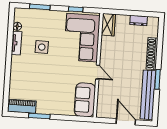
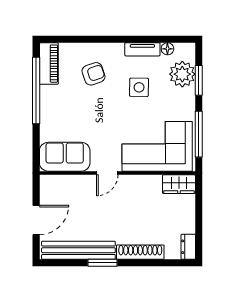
window: (76, 9) -> (199, 134), width x2.17
plant: (35, 18) -> (182, 74), added
dresser: (139, 20) -> (188, 247), moved
armchair: (31, 77) -> (93, 74), added
window: (39, 116) -> (36, 90), width x2.11

